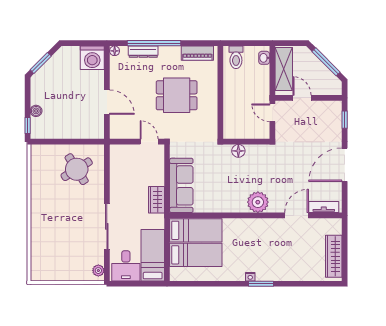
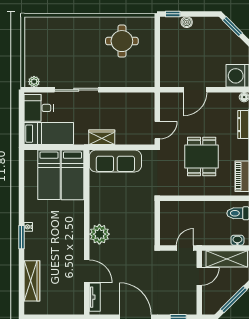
floor lamp: (238, 151) -> (148, 216), removed
round table: (77, 169) -> (122, 41), moved, turned 32
wardrobe: (334, 256) -> (32, 281), moved, turned 90

